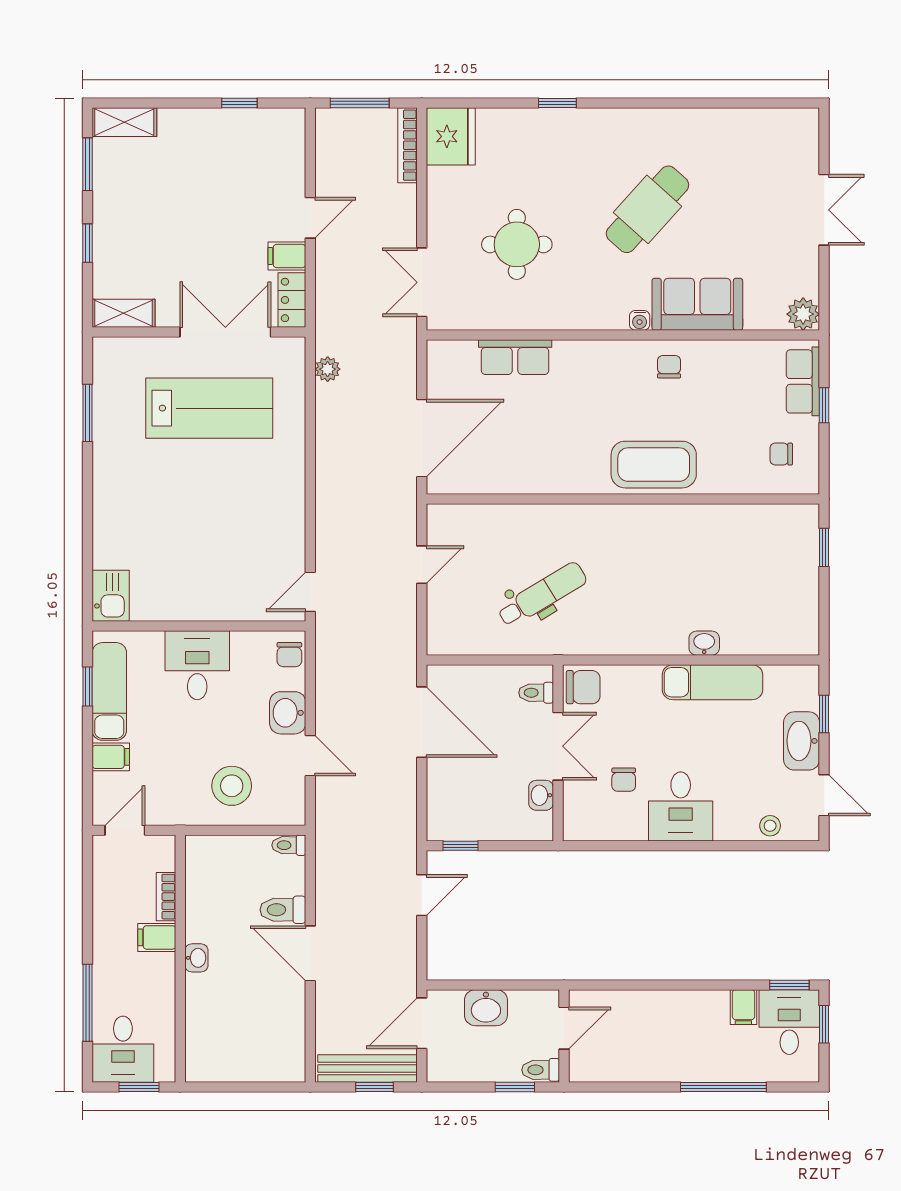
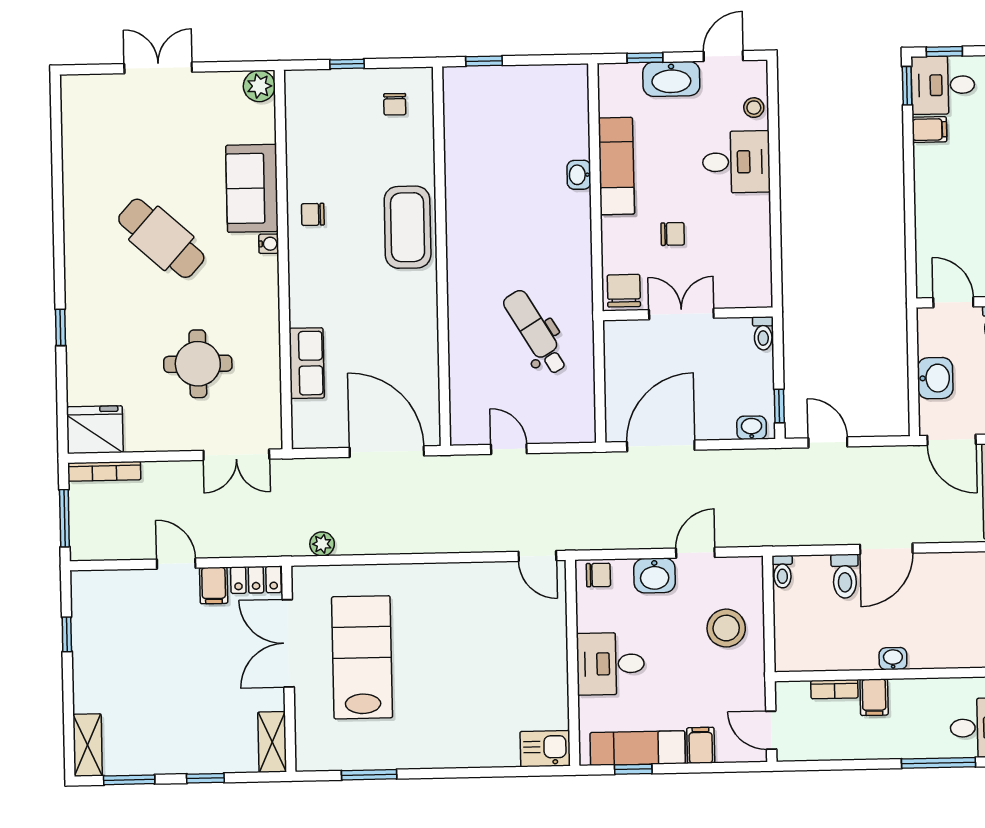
row of seats: (803, 381) -> (324, 85), removed
toilet: (536, 693) -> (763, 333), moved
chair: (624, 780) -> (673, 234), moved
washbasin: (541, 795) -> (752, 428), moved, turned 180
desk: (681, 806) -> (736, 162), moved

